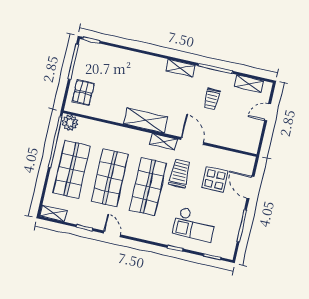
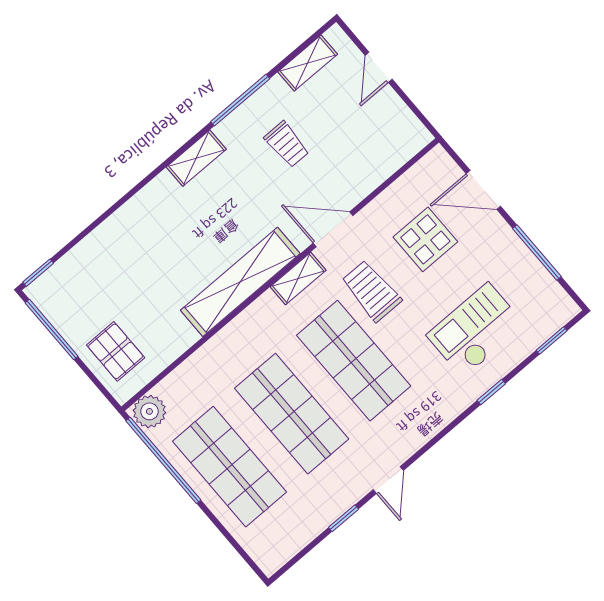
shelving: (146, 120) -> (240, 282), width x1.47
shelving: (53, 213) -> (281, 553), removed
checkout: (194, 225) -> (476, 330), turned 180
door: (112, 234) -> (388, 480), swing flipped

